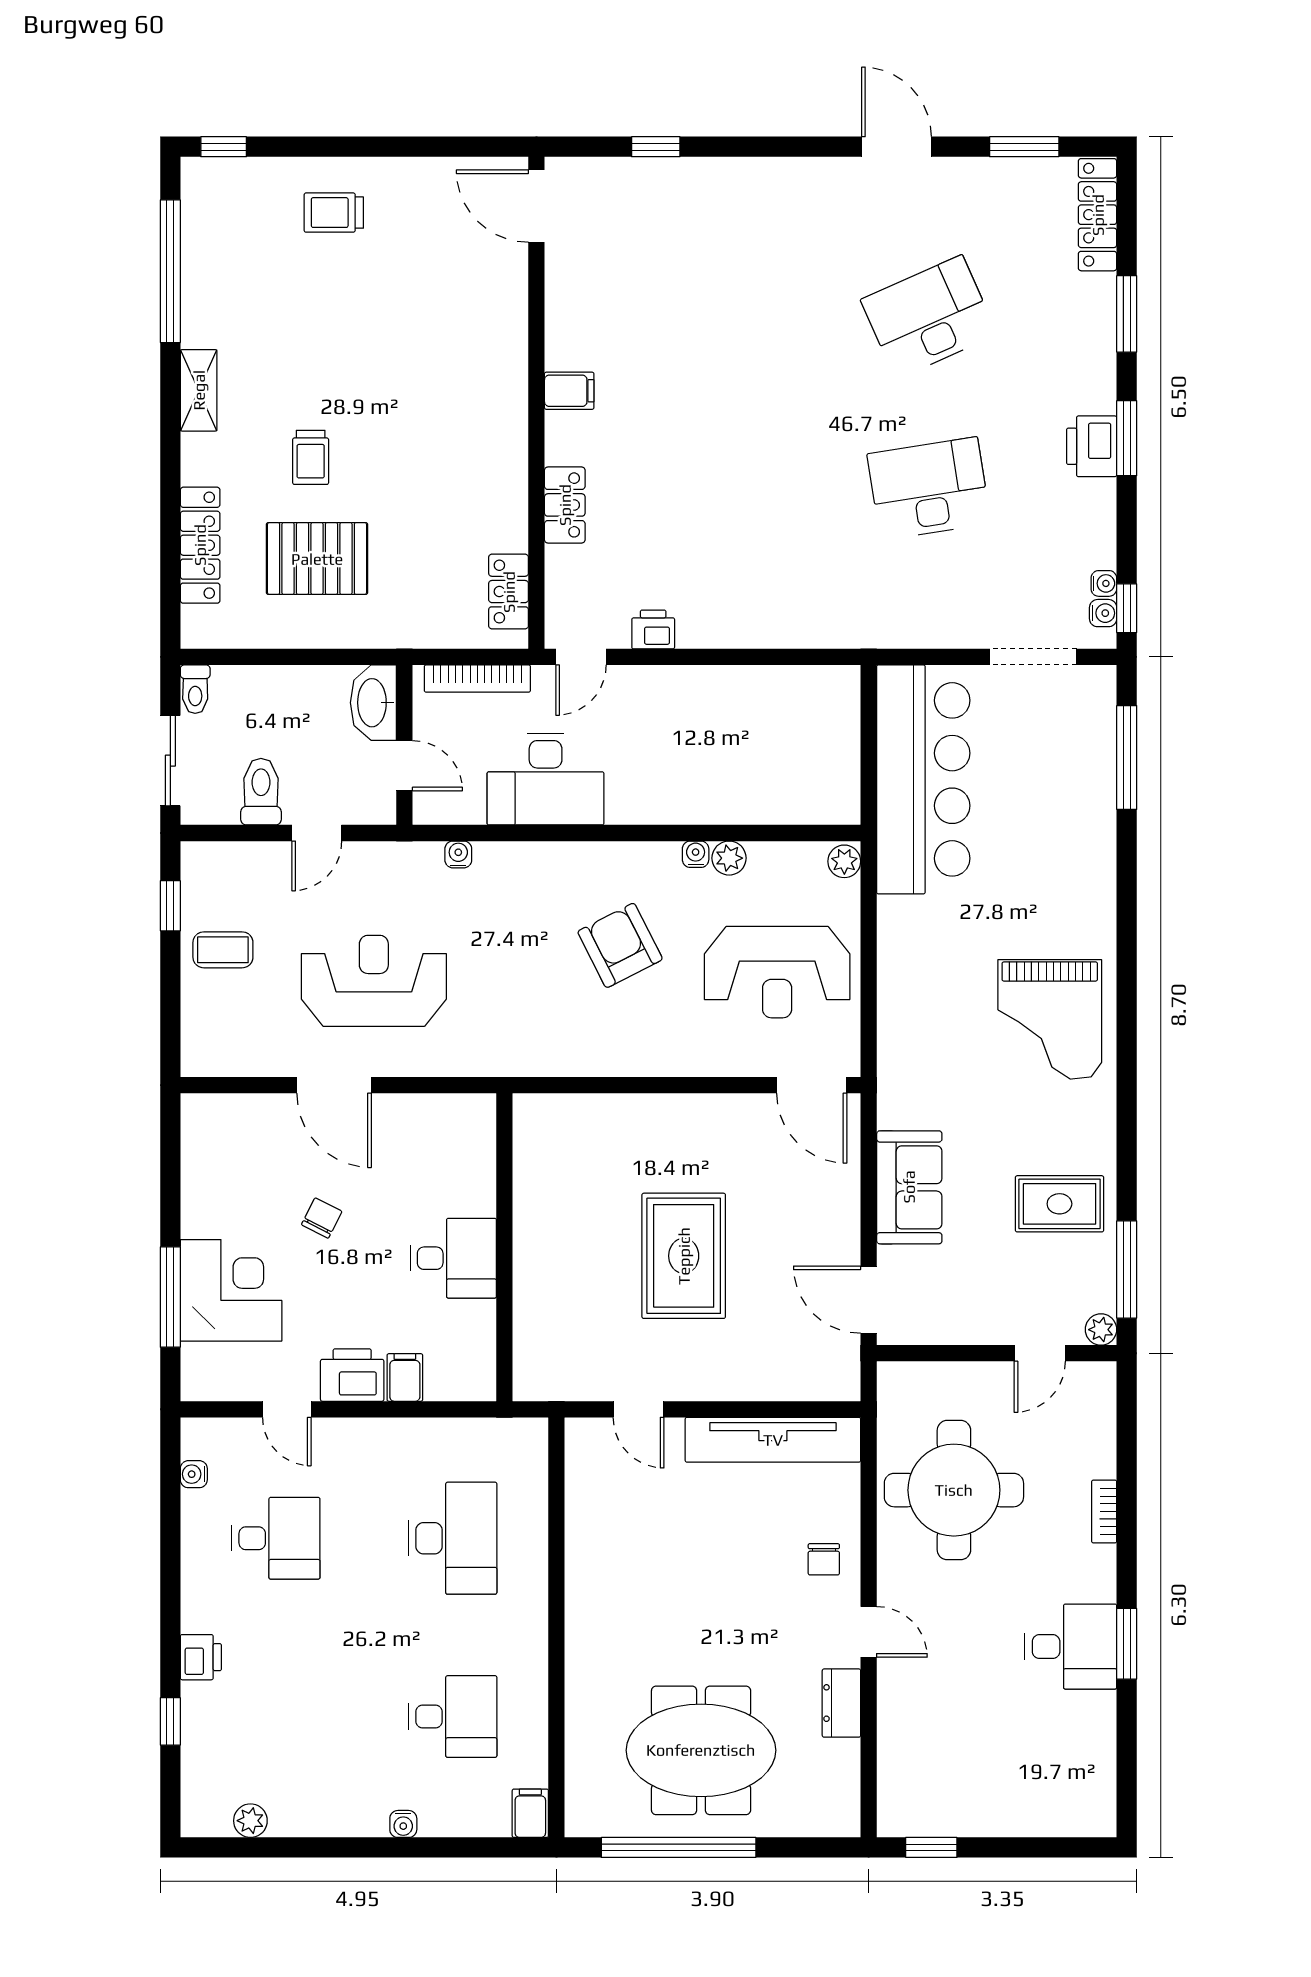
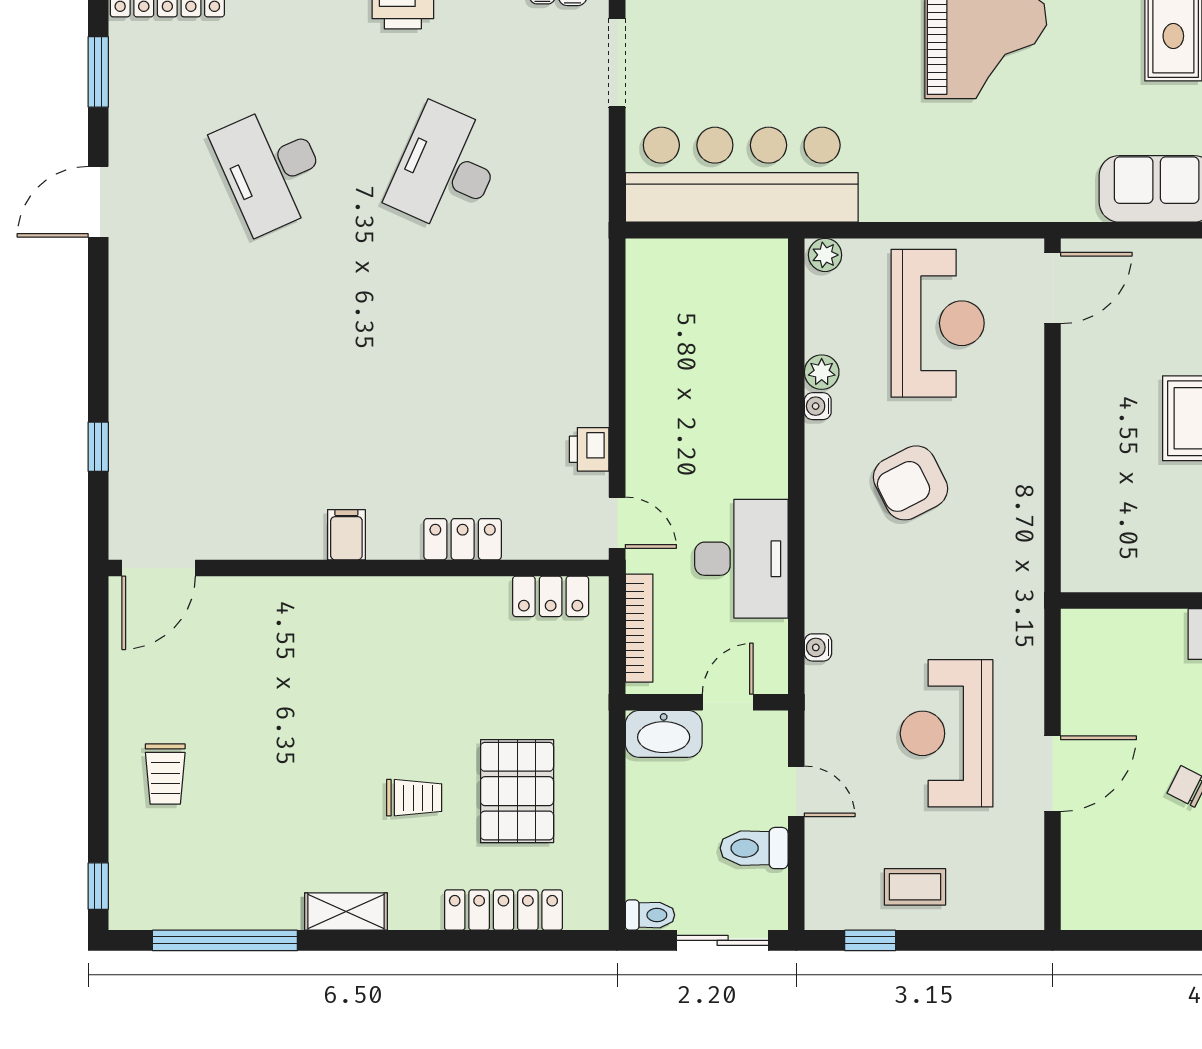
desk: (929, 489) -> (446, 169), turned 33
coffee table: (223, 950) -> (915, 887), turned 90

